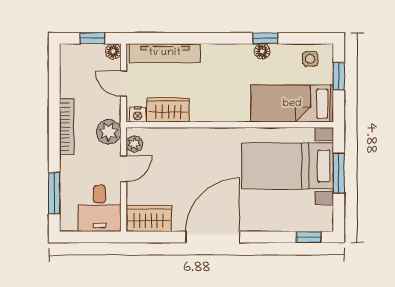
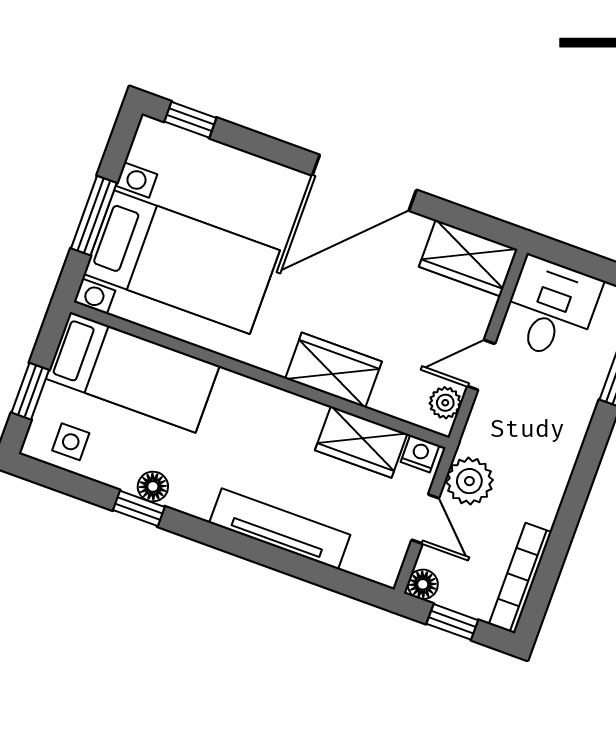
tv unit: (165, 53) -> (280, 529), moved
bookcase: (67, 127) -> (520, 578), moved
plant: (109, 132) -> (469, 481), moved
wardrobe: (195, 140) -> (333, 370), added

